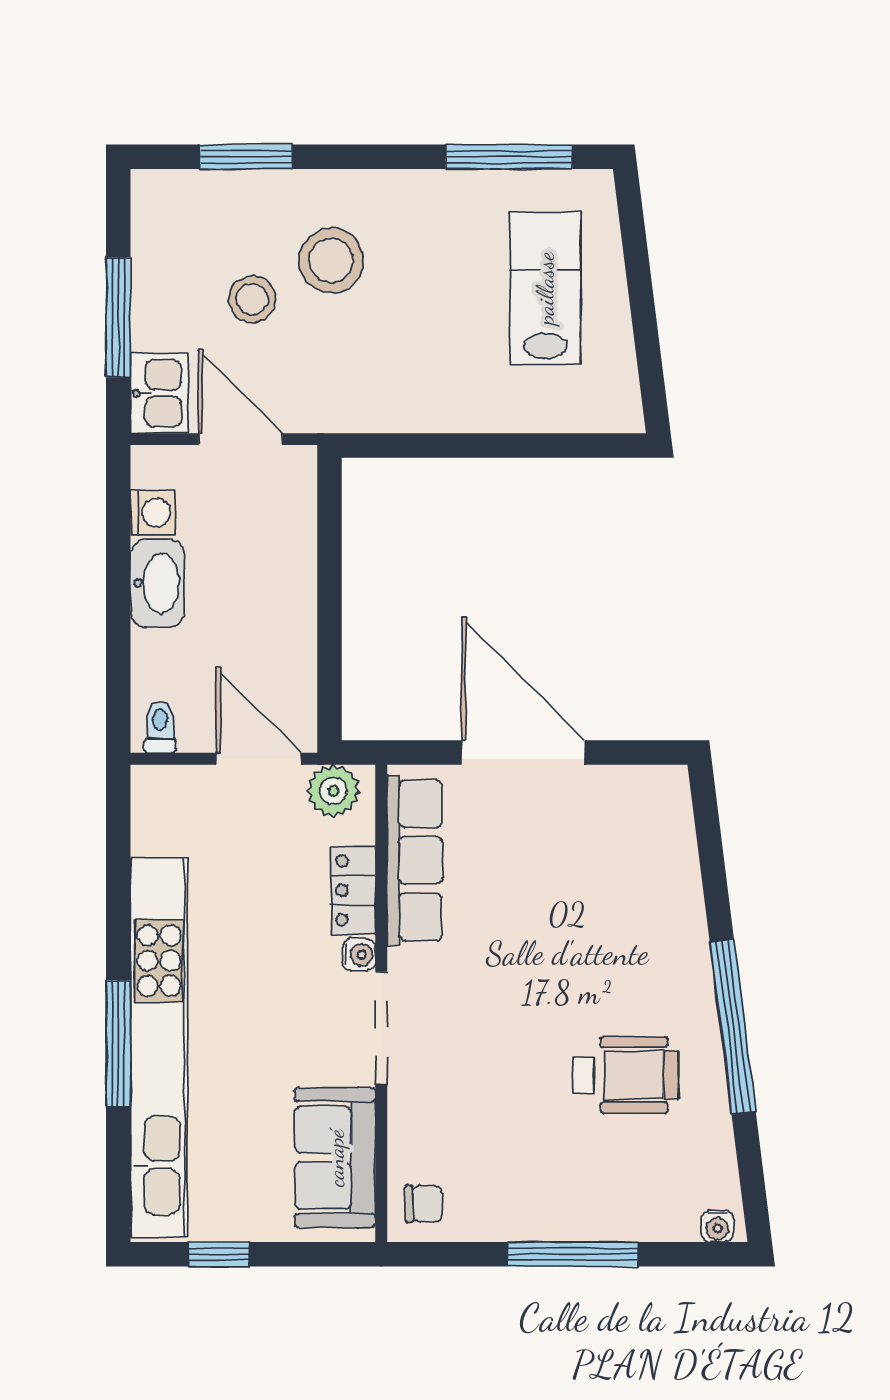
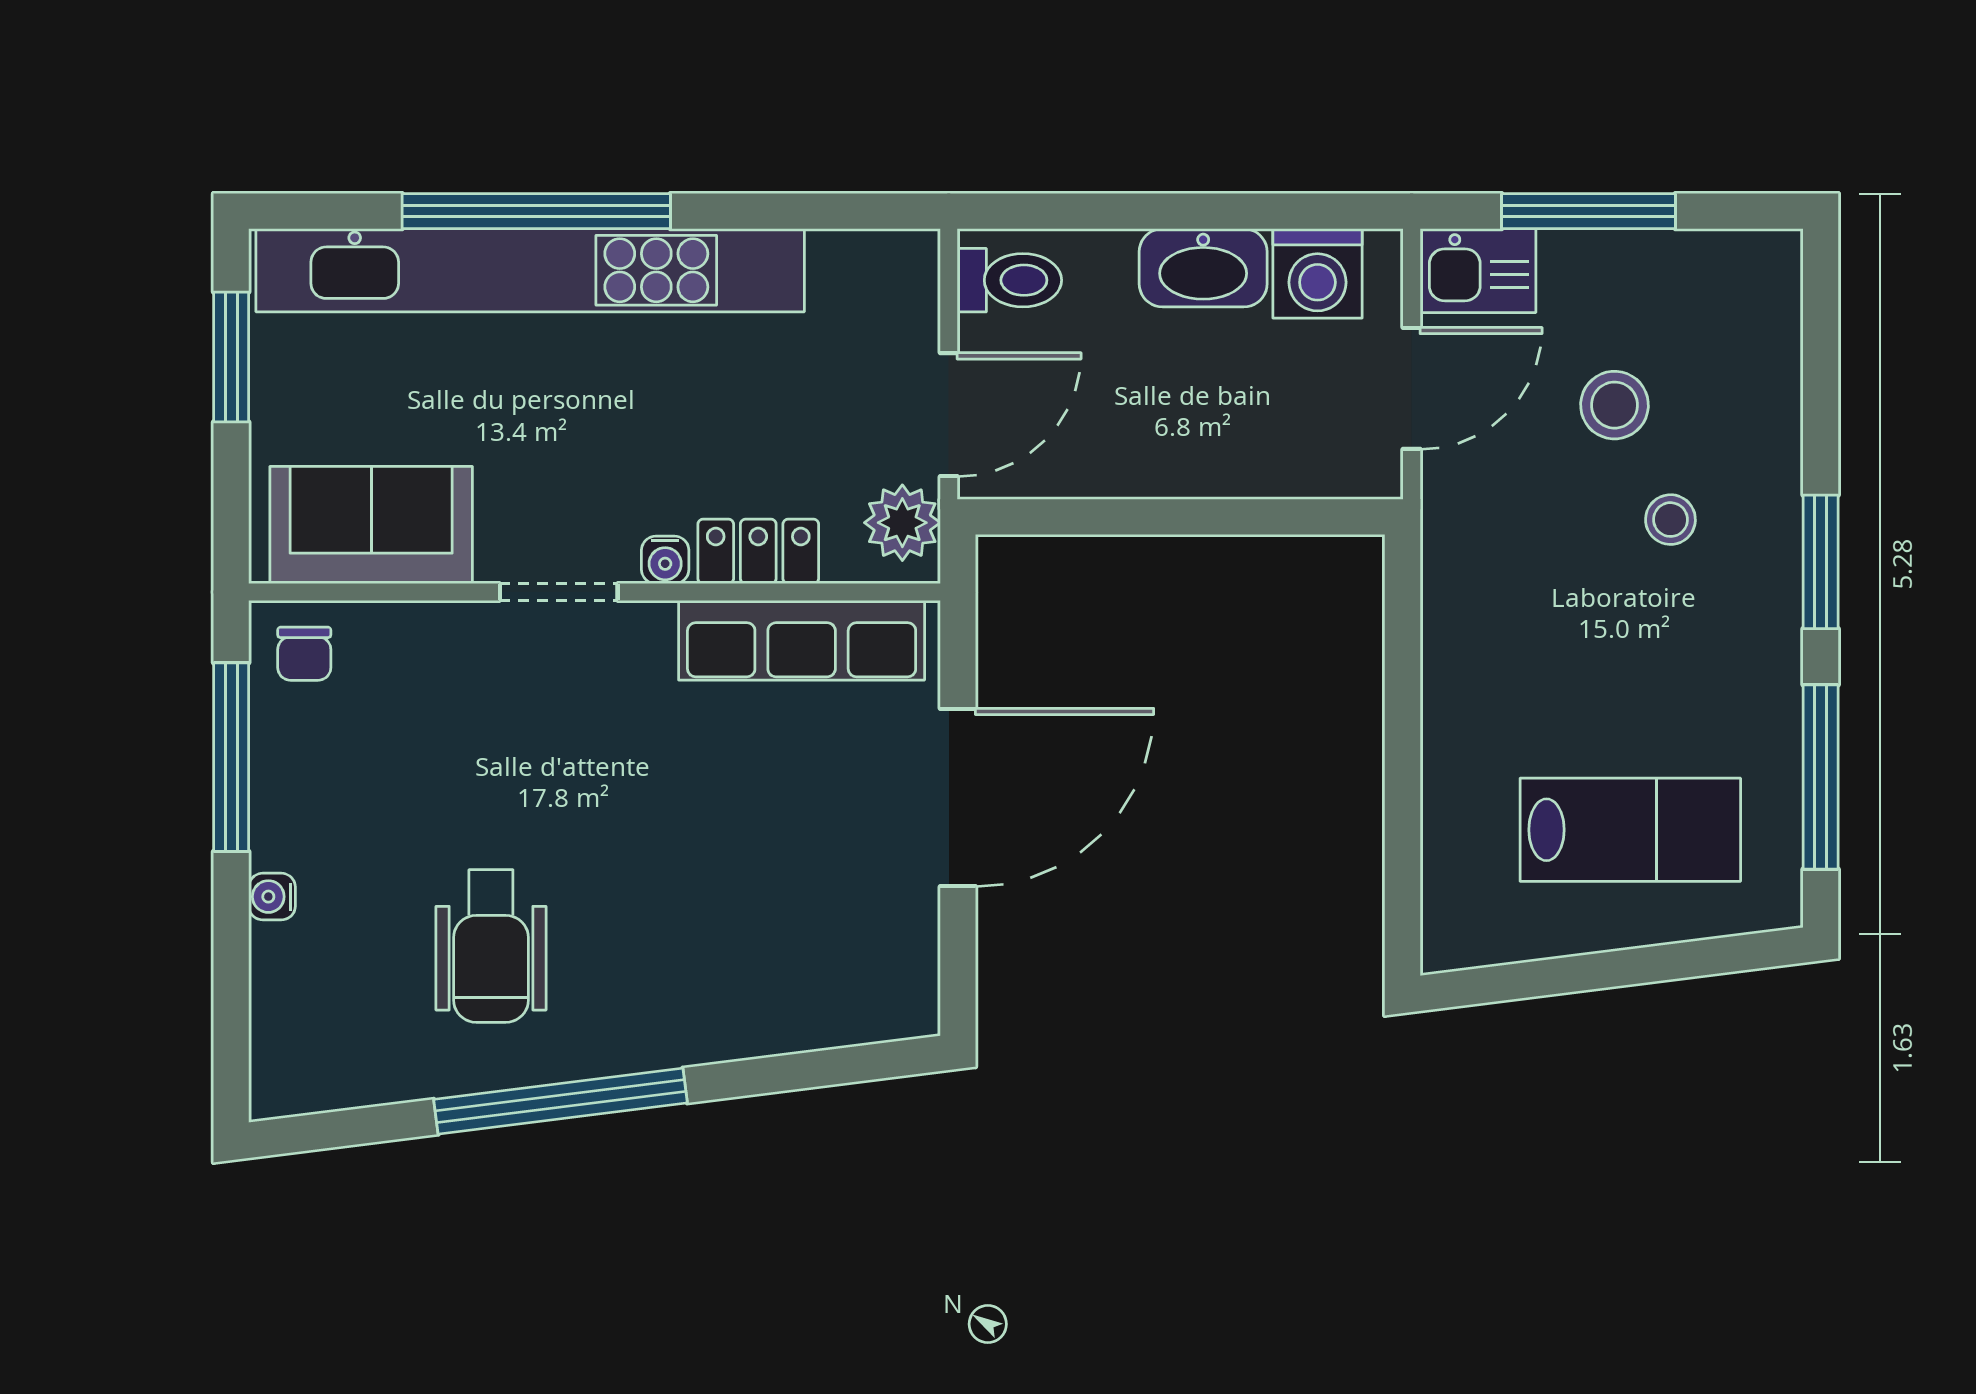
window: (246, 157) -> (1821, 562), moved
stool: (331, 260) -> (1670, 520), width x0.53, depth x0.53
washing machine: (153, 513) -> (1317, 273), width x1.38, depth x1.38
toilet: (160, 727) -> (1009, 280), width x1.37, depth x1.39
doorway: (381, 1028) -> (559, 592), width x0.73
window: (118, 1044) -> (536, 211), width x1.46
water cooler: (717, 1226) -> (272, 897), moved
window: (219, 1254) -> (231, 357), width x1.50
window: (573, 1254) -> (231, 757), moved

